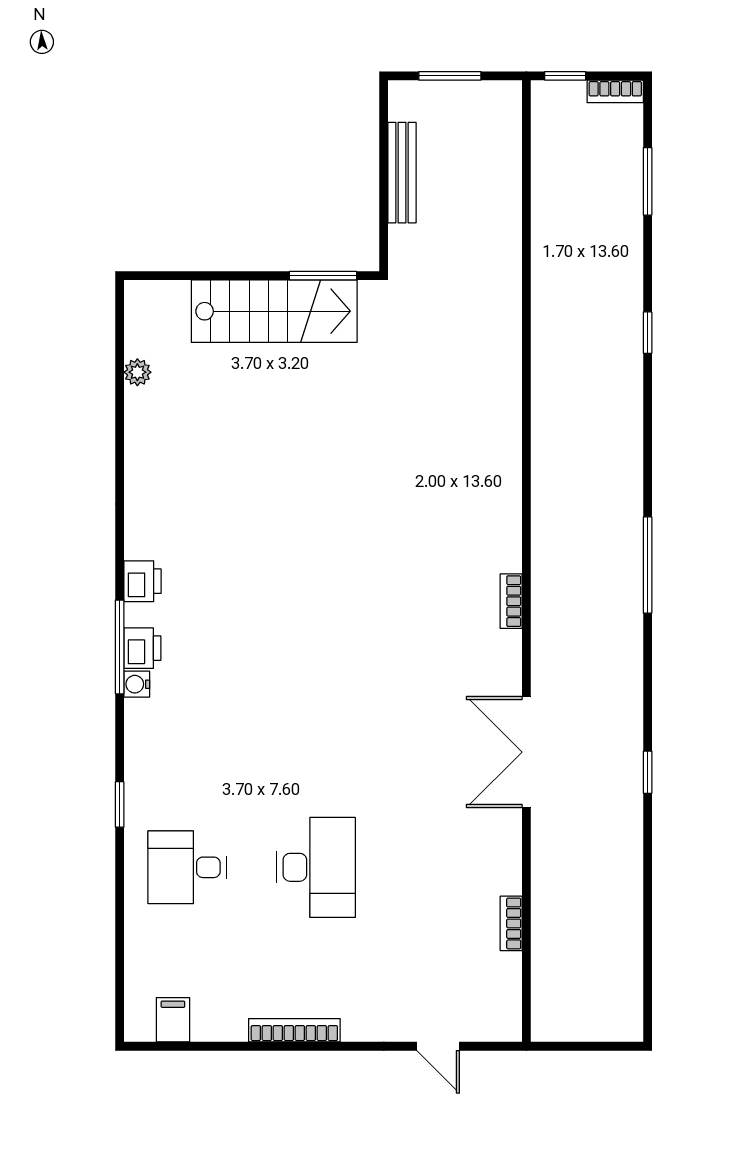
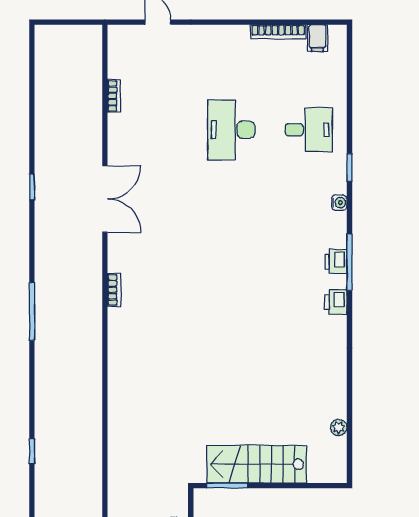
water cooler: (137, 684) -> (339, 203), moved
bookcase: (294, 1030) -> (278, 32), moved

